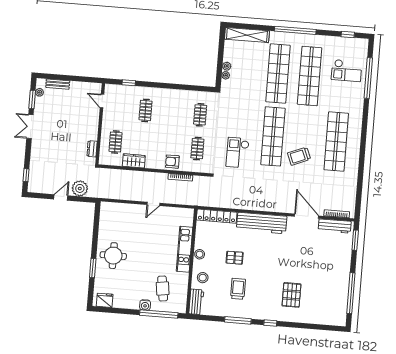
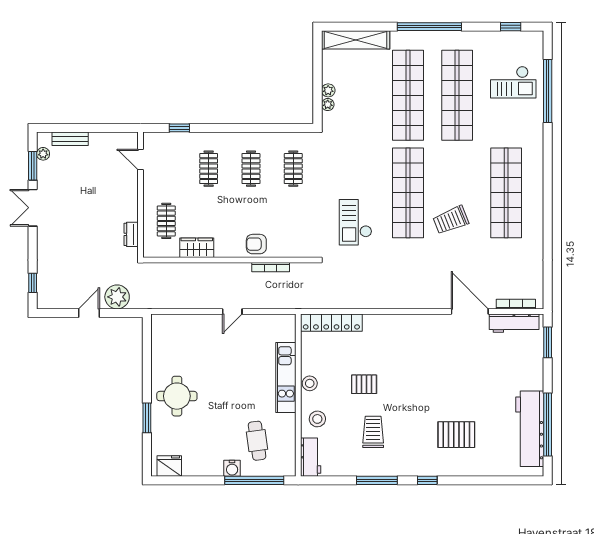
clothes rail: (197, 149) -> (251, 169), moved
workbench: (262, 223) -> (530, 429), moved, turned 90
pallet: (291, 295) -> (456, 435), turned 90

